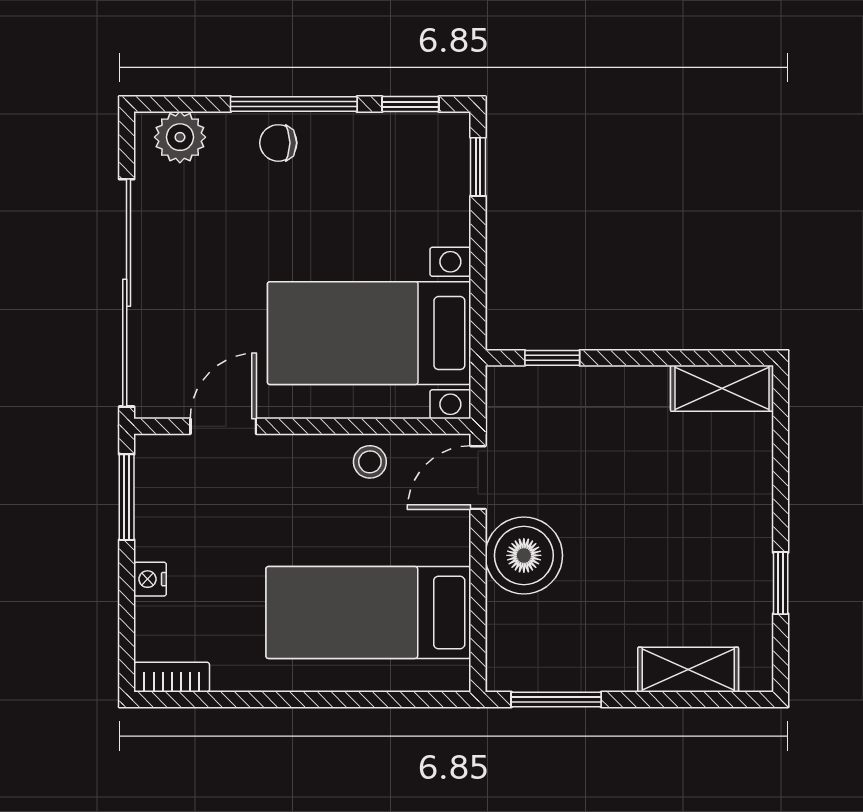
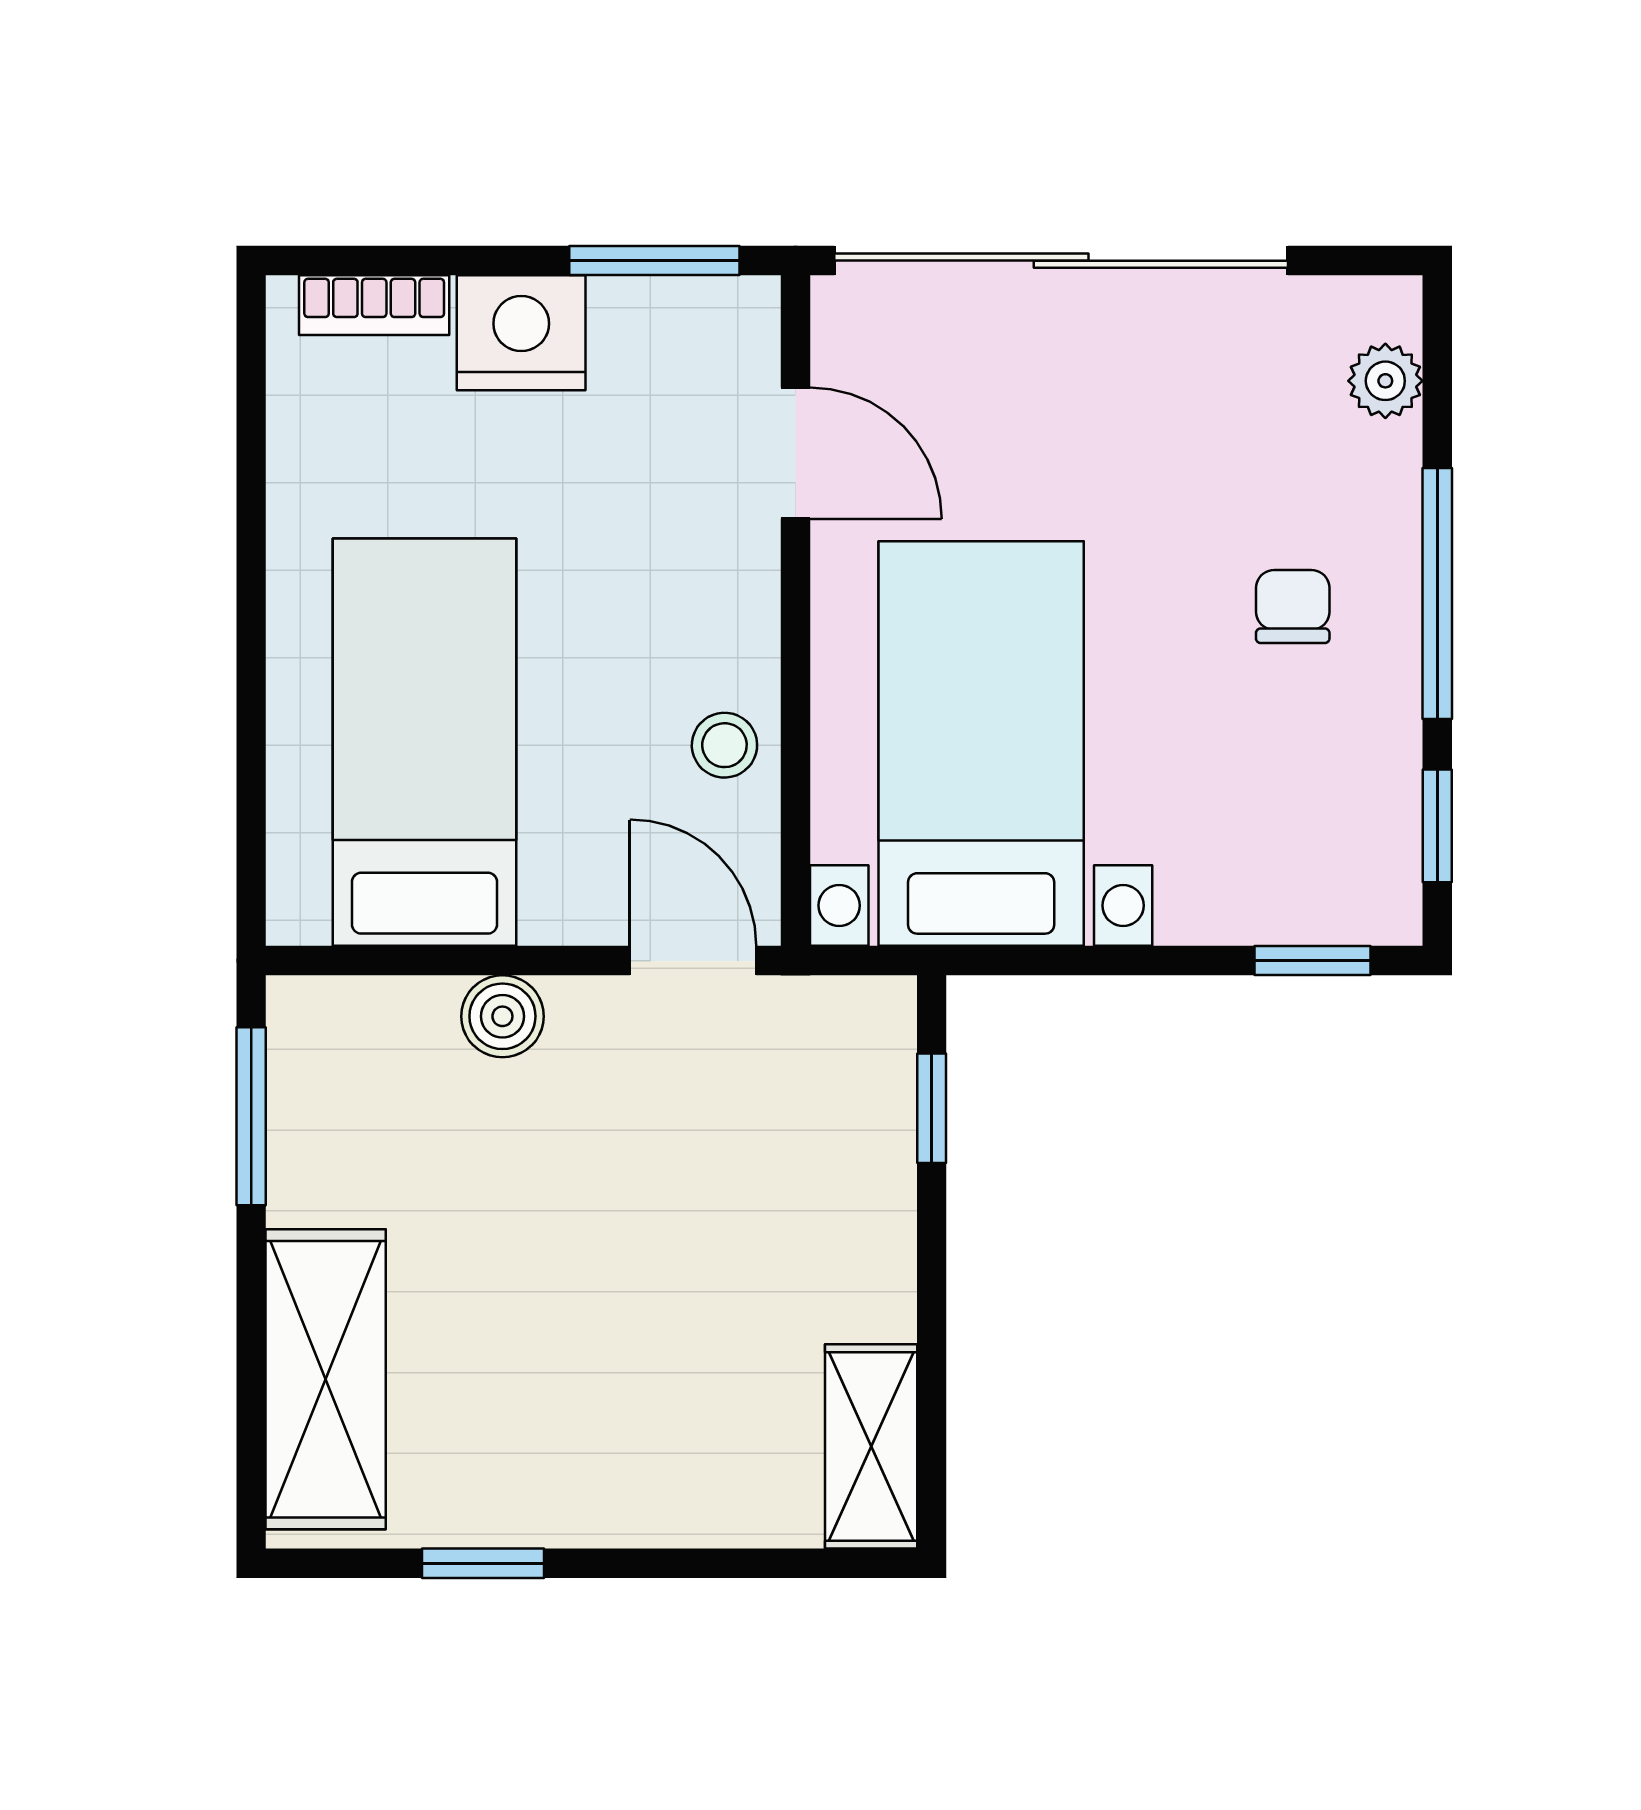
plant: (180, 137) -> (1385, 381), width x0.73, depth x0.73
chair: (278, 143) -> (1293, 607), moved
boiler: (524, 555) -> (502, 1016), width x0.54, depth x0.54
nightstand: (150, 579) -> (521, 333), width x1.89, depth x1.79
shelving: (688, 670) -> (326, 1379), width x1.50, depth x1.33
bookcase: (172, 677) -> (374, 305), moved, turned 90

